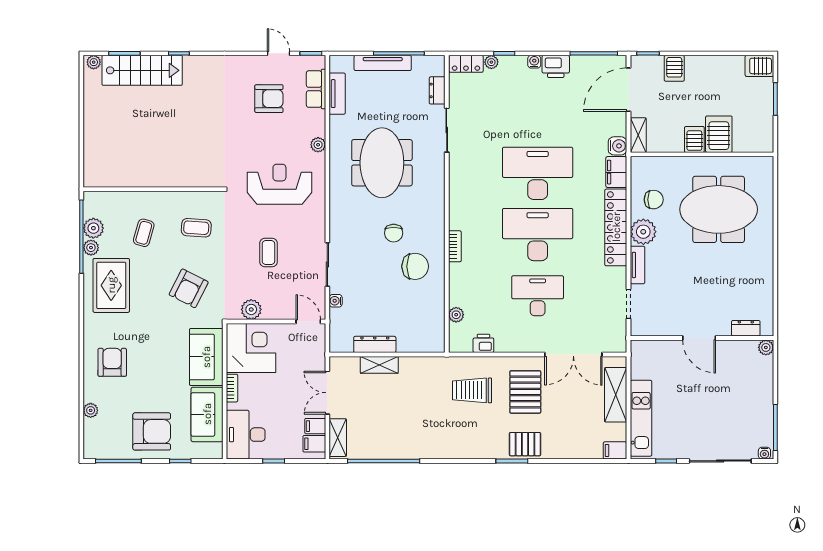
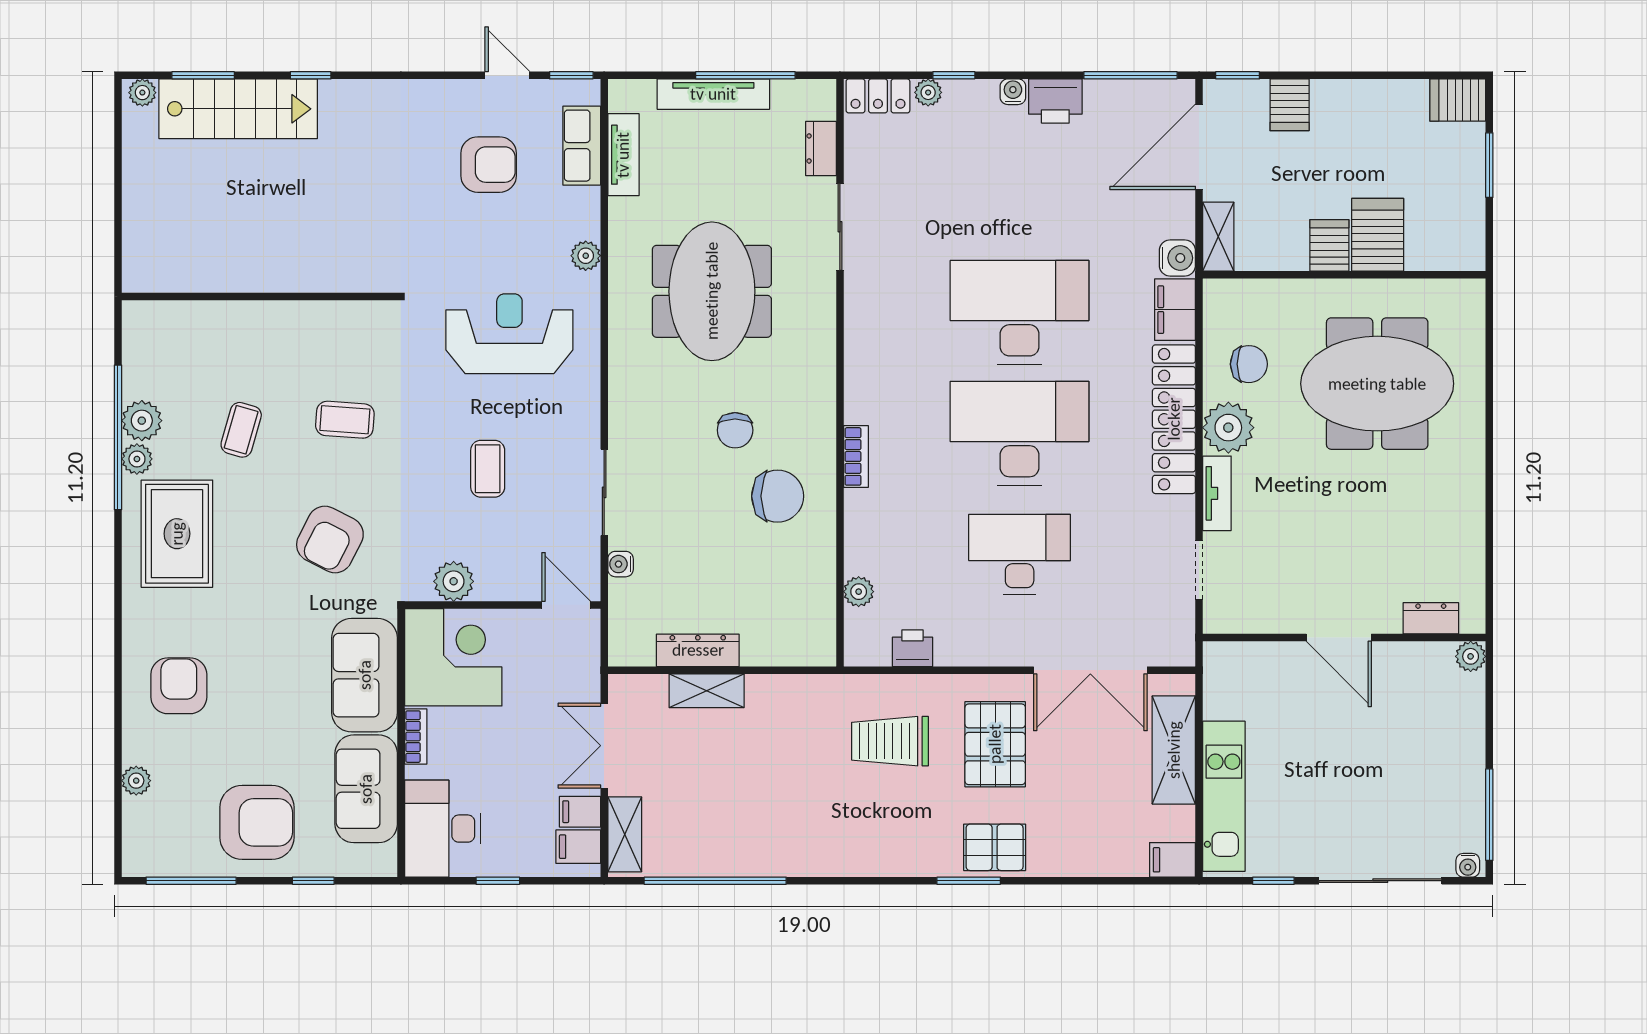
wall: (153, 189) -> (259, 297), moved

